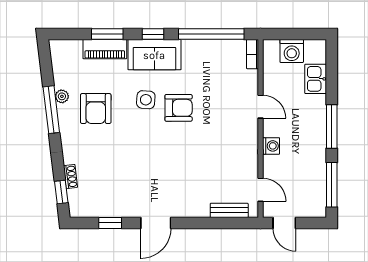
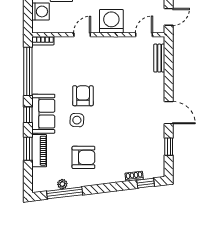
plant: (62, 96) -> (62, 184), moved
window: (51, 110) -> (65, 193), moved
washing machine: (271, 146) -> (111, 21), width x1.89, depth x1.89

